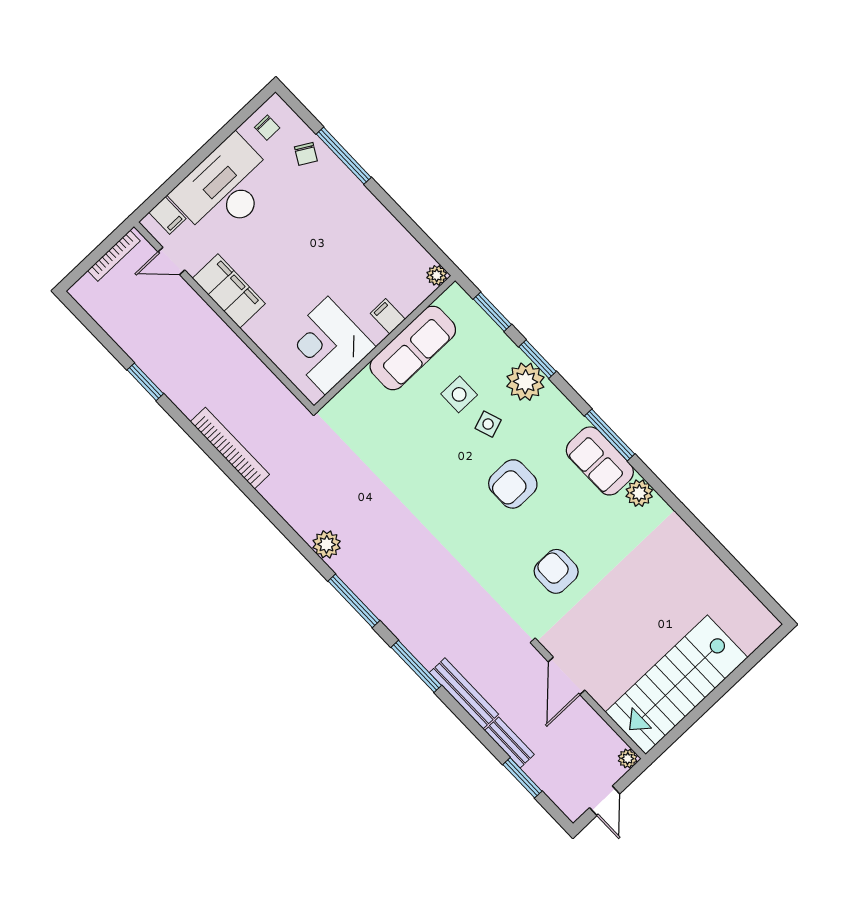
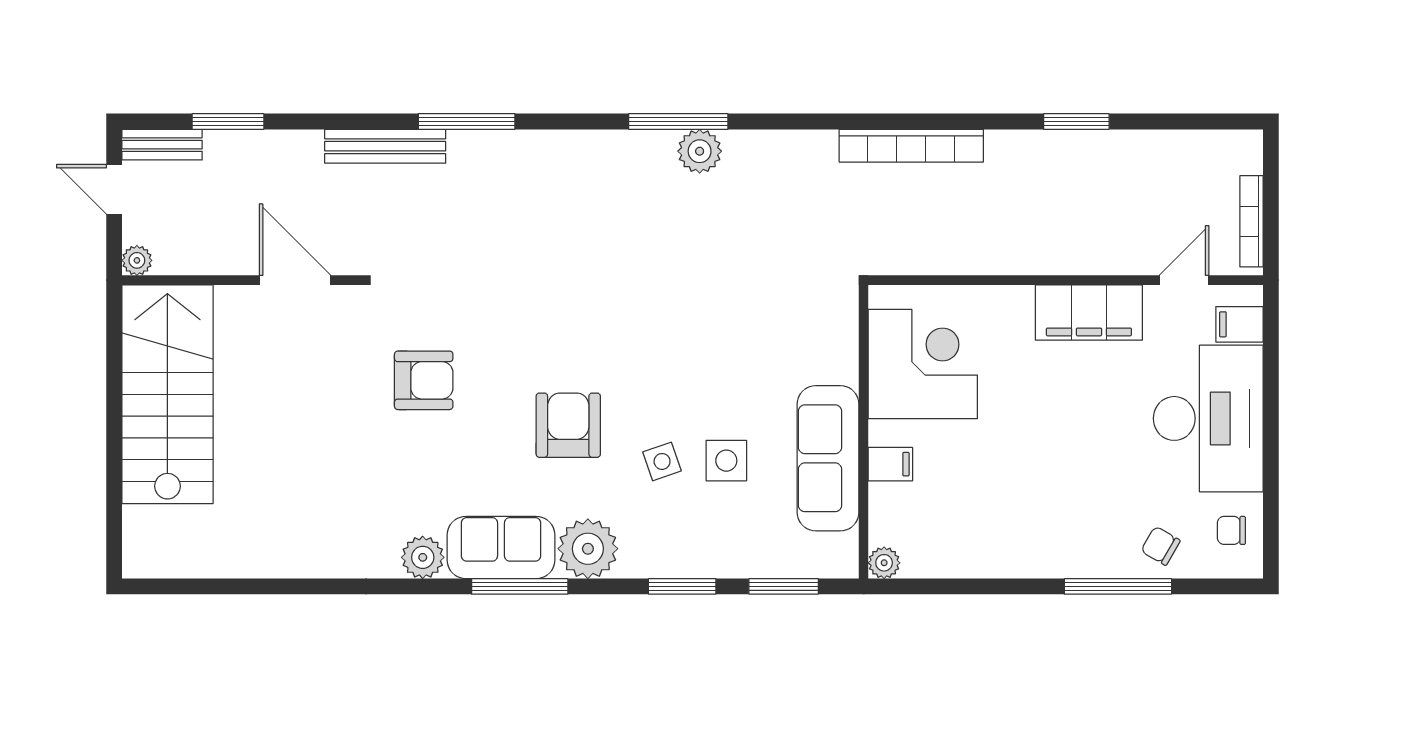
plant: (525, 382) -> (588, 549), moved
window: (354, 601) -> (678, 122), moved
bench: (509, 743) -> (162, 145), moved

